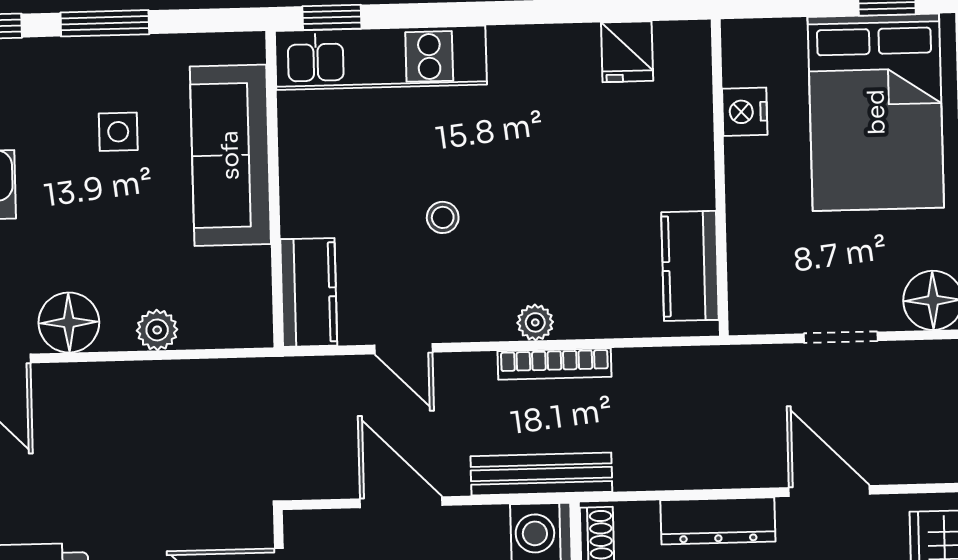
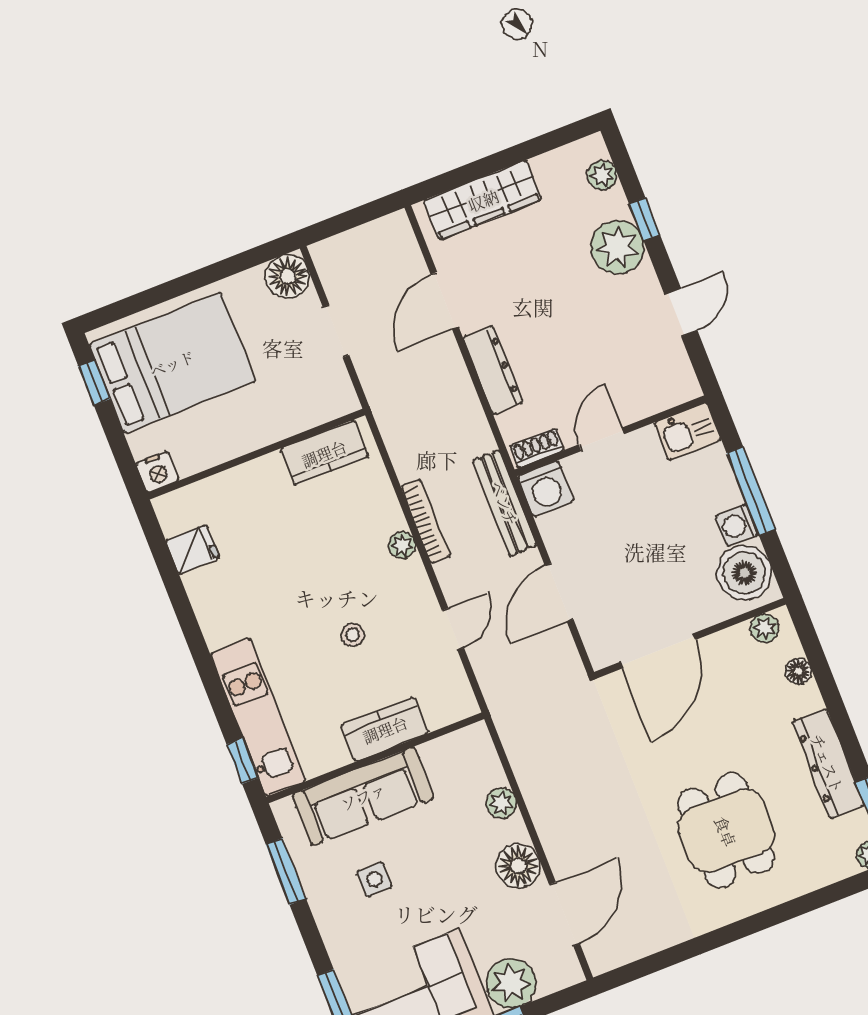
window: (105, 23) -> (286, 871), moved
nightstand: (745, 112) -> (157, 472), moved
kitchen counter: (309, 292) -> (385, 729), moved

